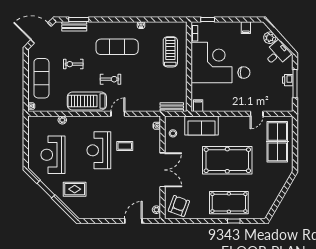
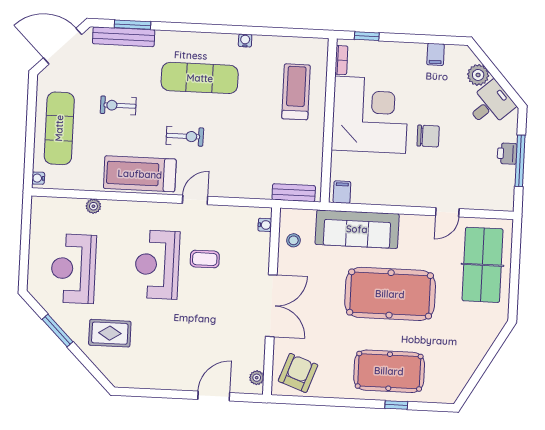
bench: (74, 26) -> (124, 37), width x1.36
sofa: (202, 126) -> (357, 229), width x1.36

